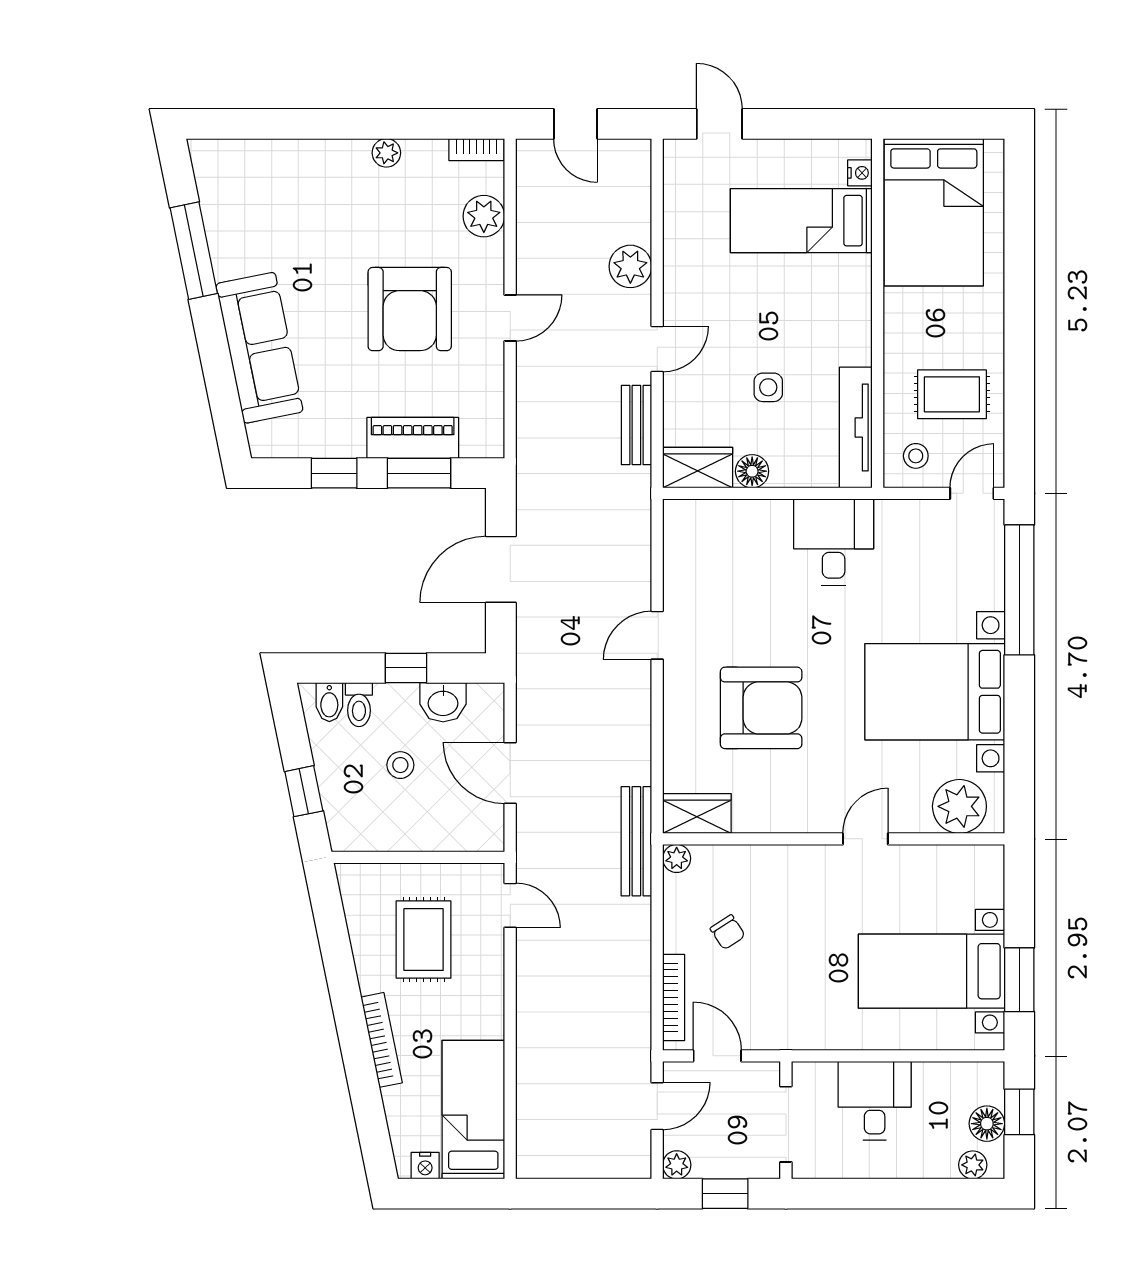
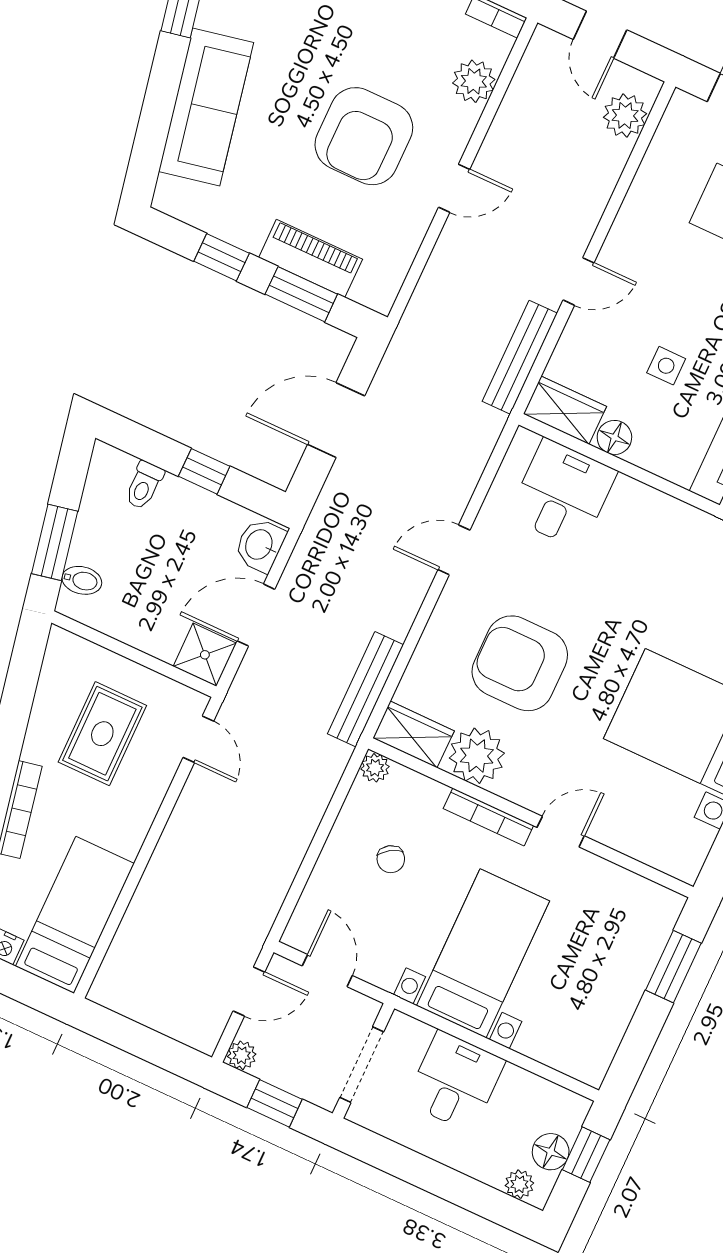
plant: (630, 266) -> (625, 116), moved
bench: (636, 425) -> (520, 357), width x1.36
desk: (834, 542) -> (562, 494), moved
bidet: (329, 702) -> (82, 580), moved, turned -102
washbasin: (443, 702) -> (260, 545), moved, turned 90
armchair: (761, 708) -> (520, 663), turned 180
stool: (400, 765) -> (157, 560), removed
door: (510, 773) -> (256, 615), hinge flipped
window: (304, 791) -> (55, 542), width x1.50
plant: (959, 806) -> (477, 756), moved
shower: (481, 829) -> (205, 655), added
bench: (636, 841) -> (366, 689), moved
bed with nightstands: (931, 971) -> (483, 953), moved, turned 90
window: (1019, 980) -> (673, 967), moved
bookcase: (674, 997) -> (488, 817), moved, turned 90

